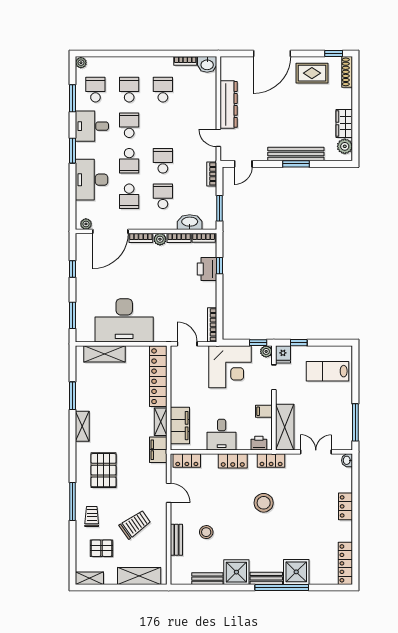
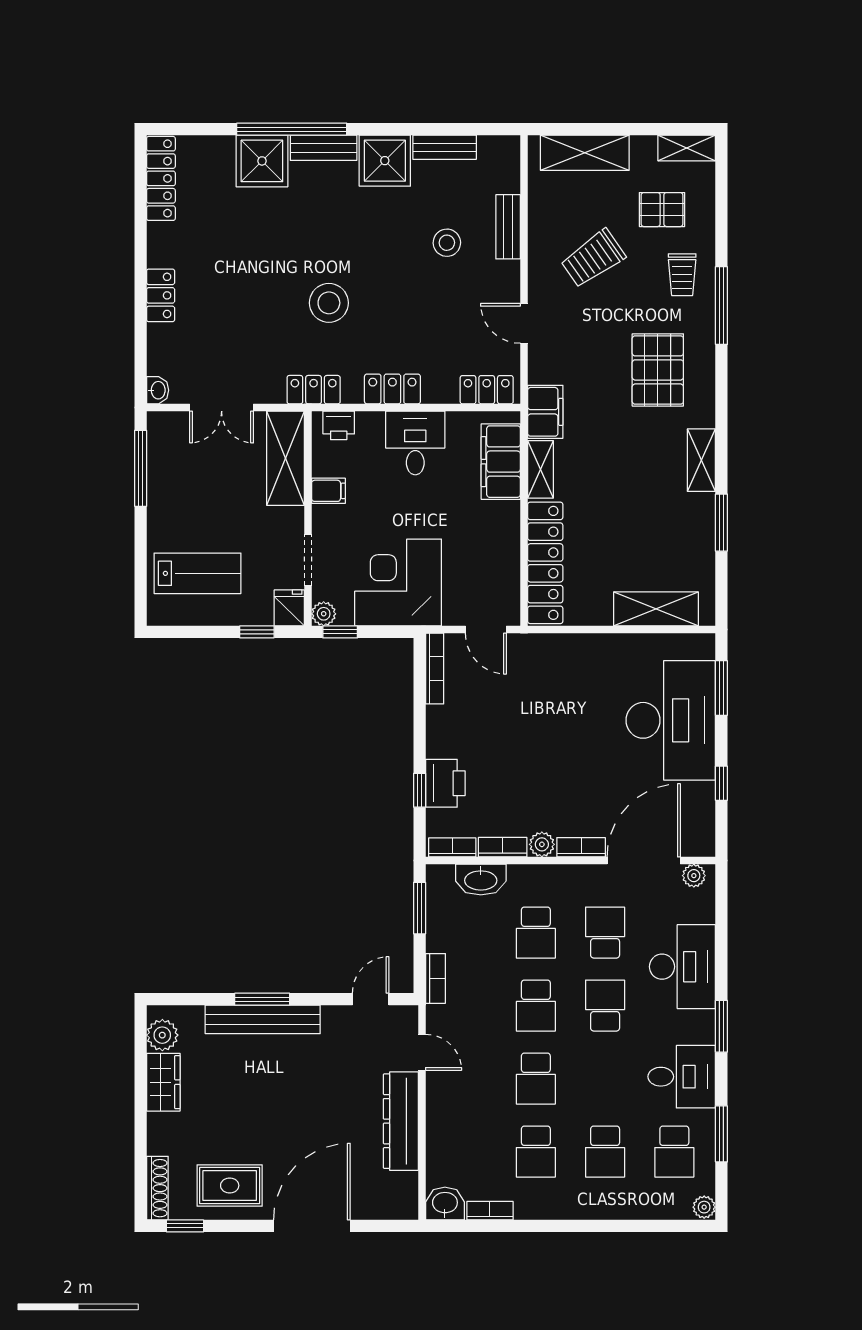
school desk: (129, 125) -> (536, 1079), moved
desk: (124, 320) -> (671, 720), moved, turned 90

